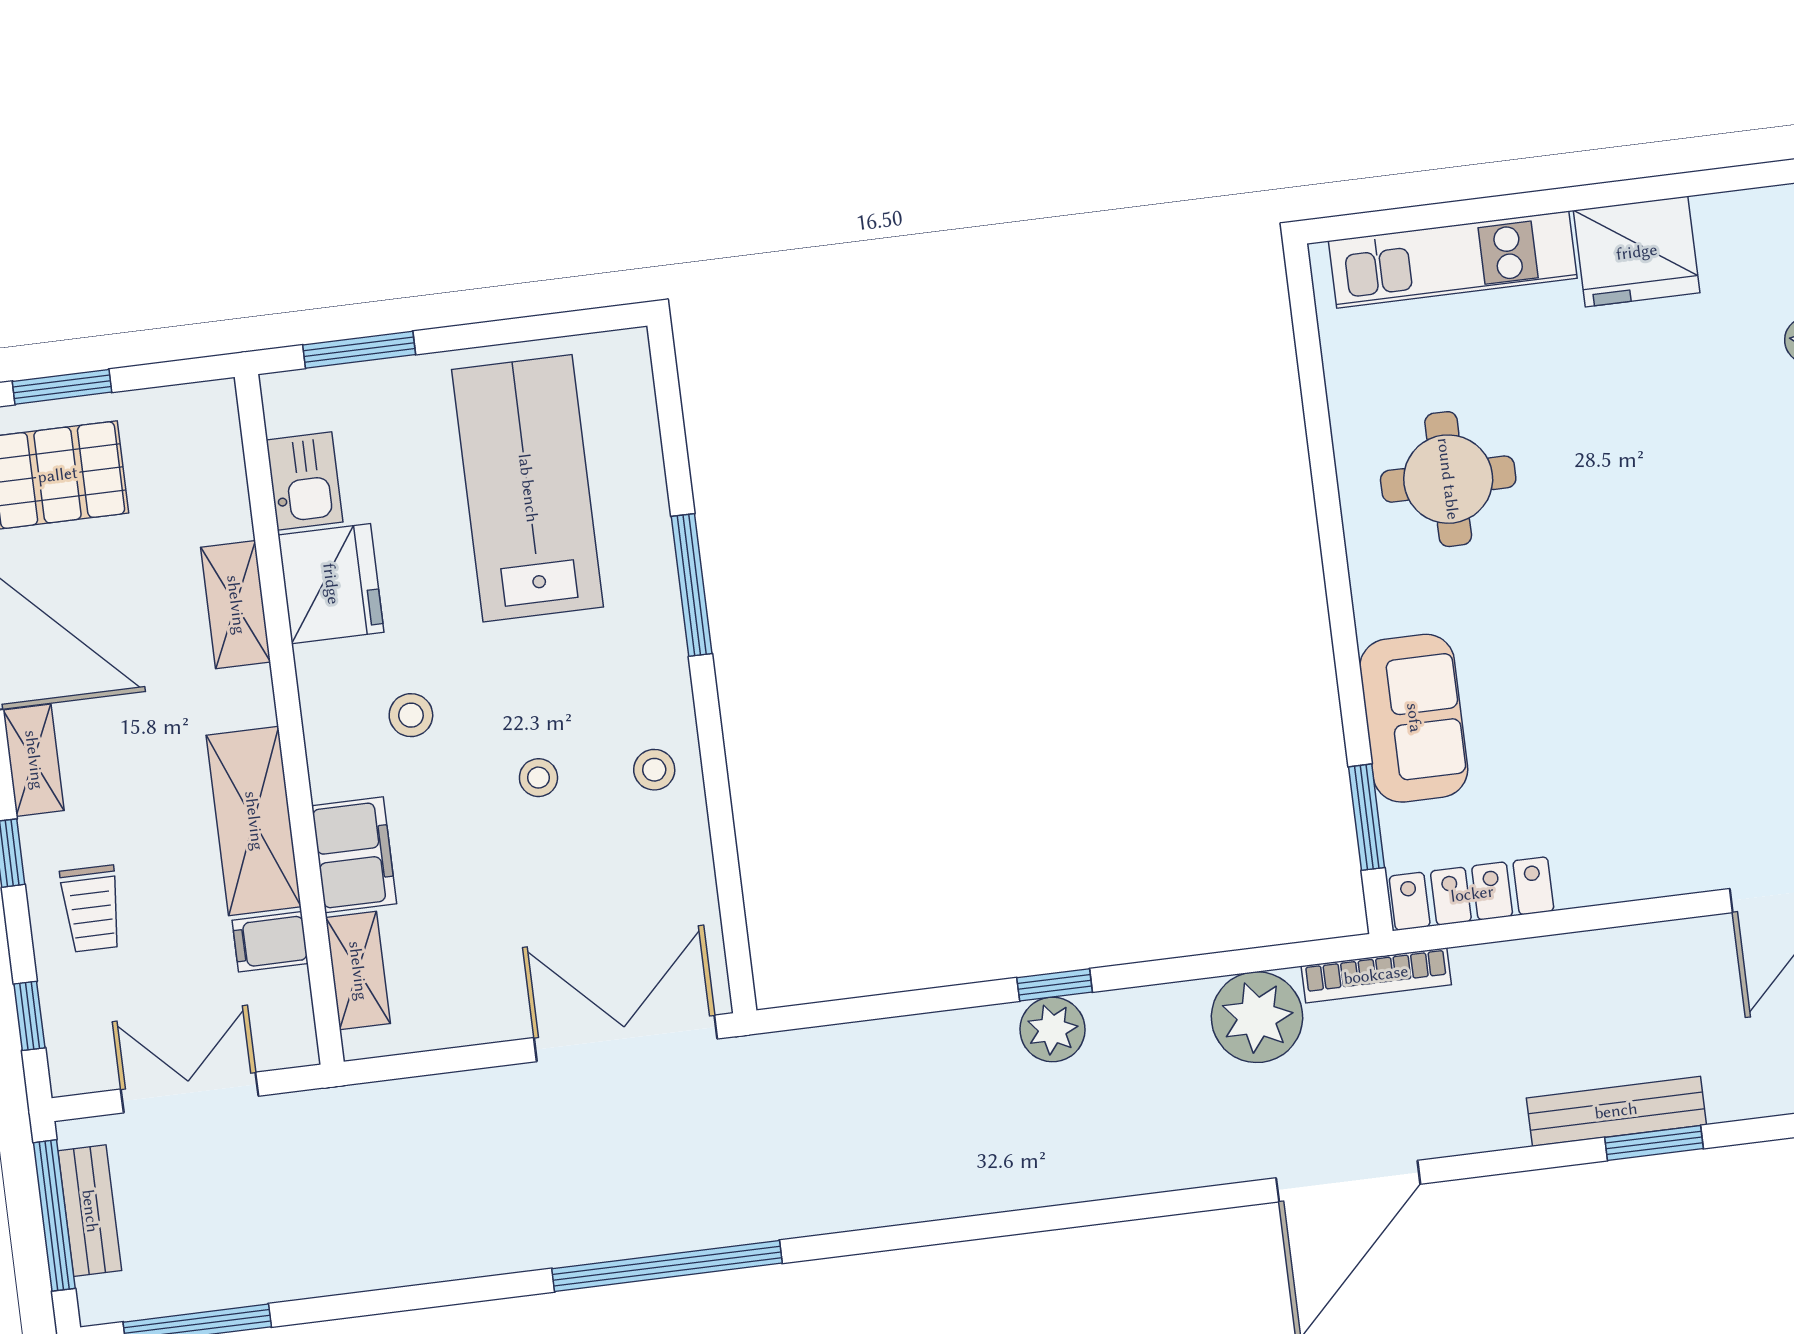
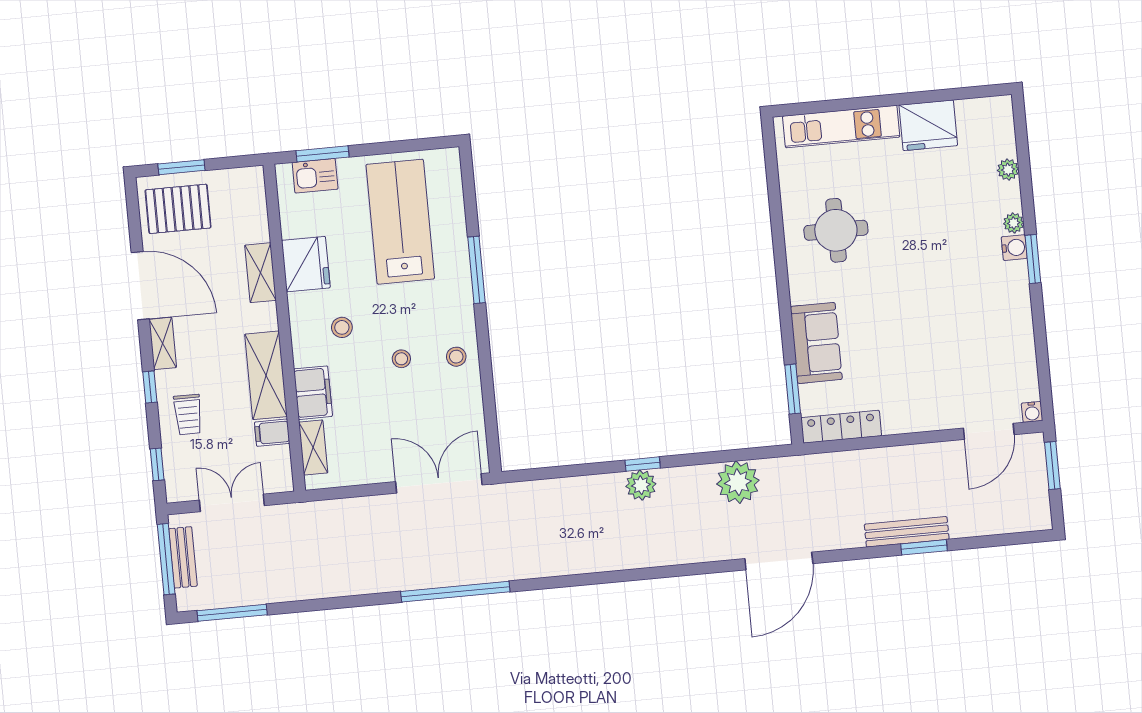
kitchen sink: (305, 481) -> (315, 176), moved, turned 90
bookcase: (1376, 975) -> (795, 464), removed

